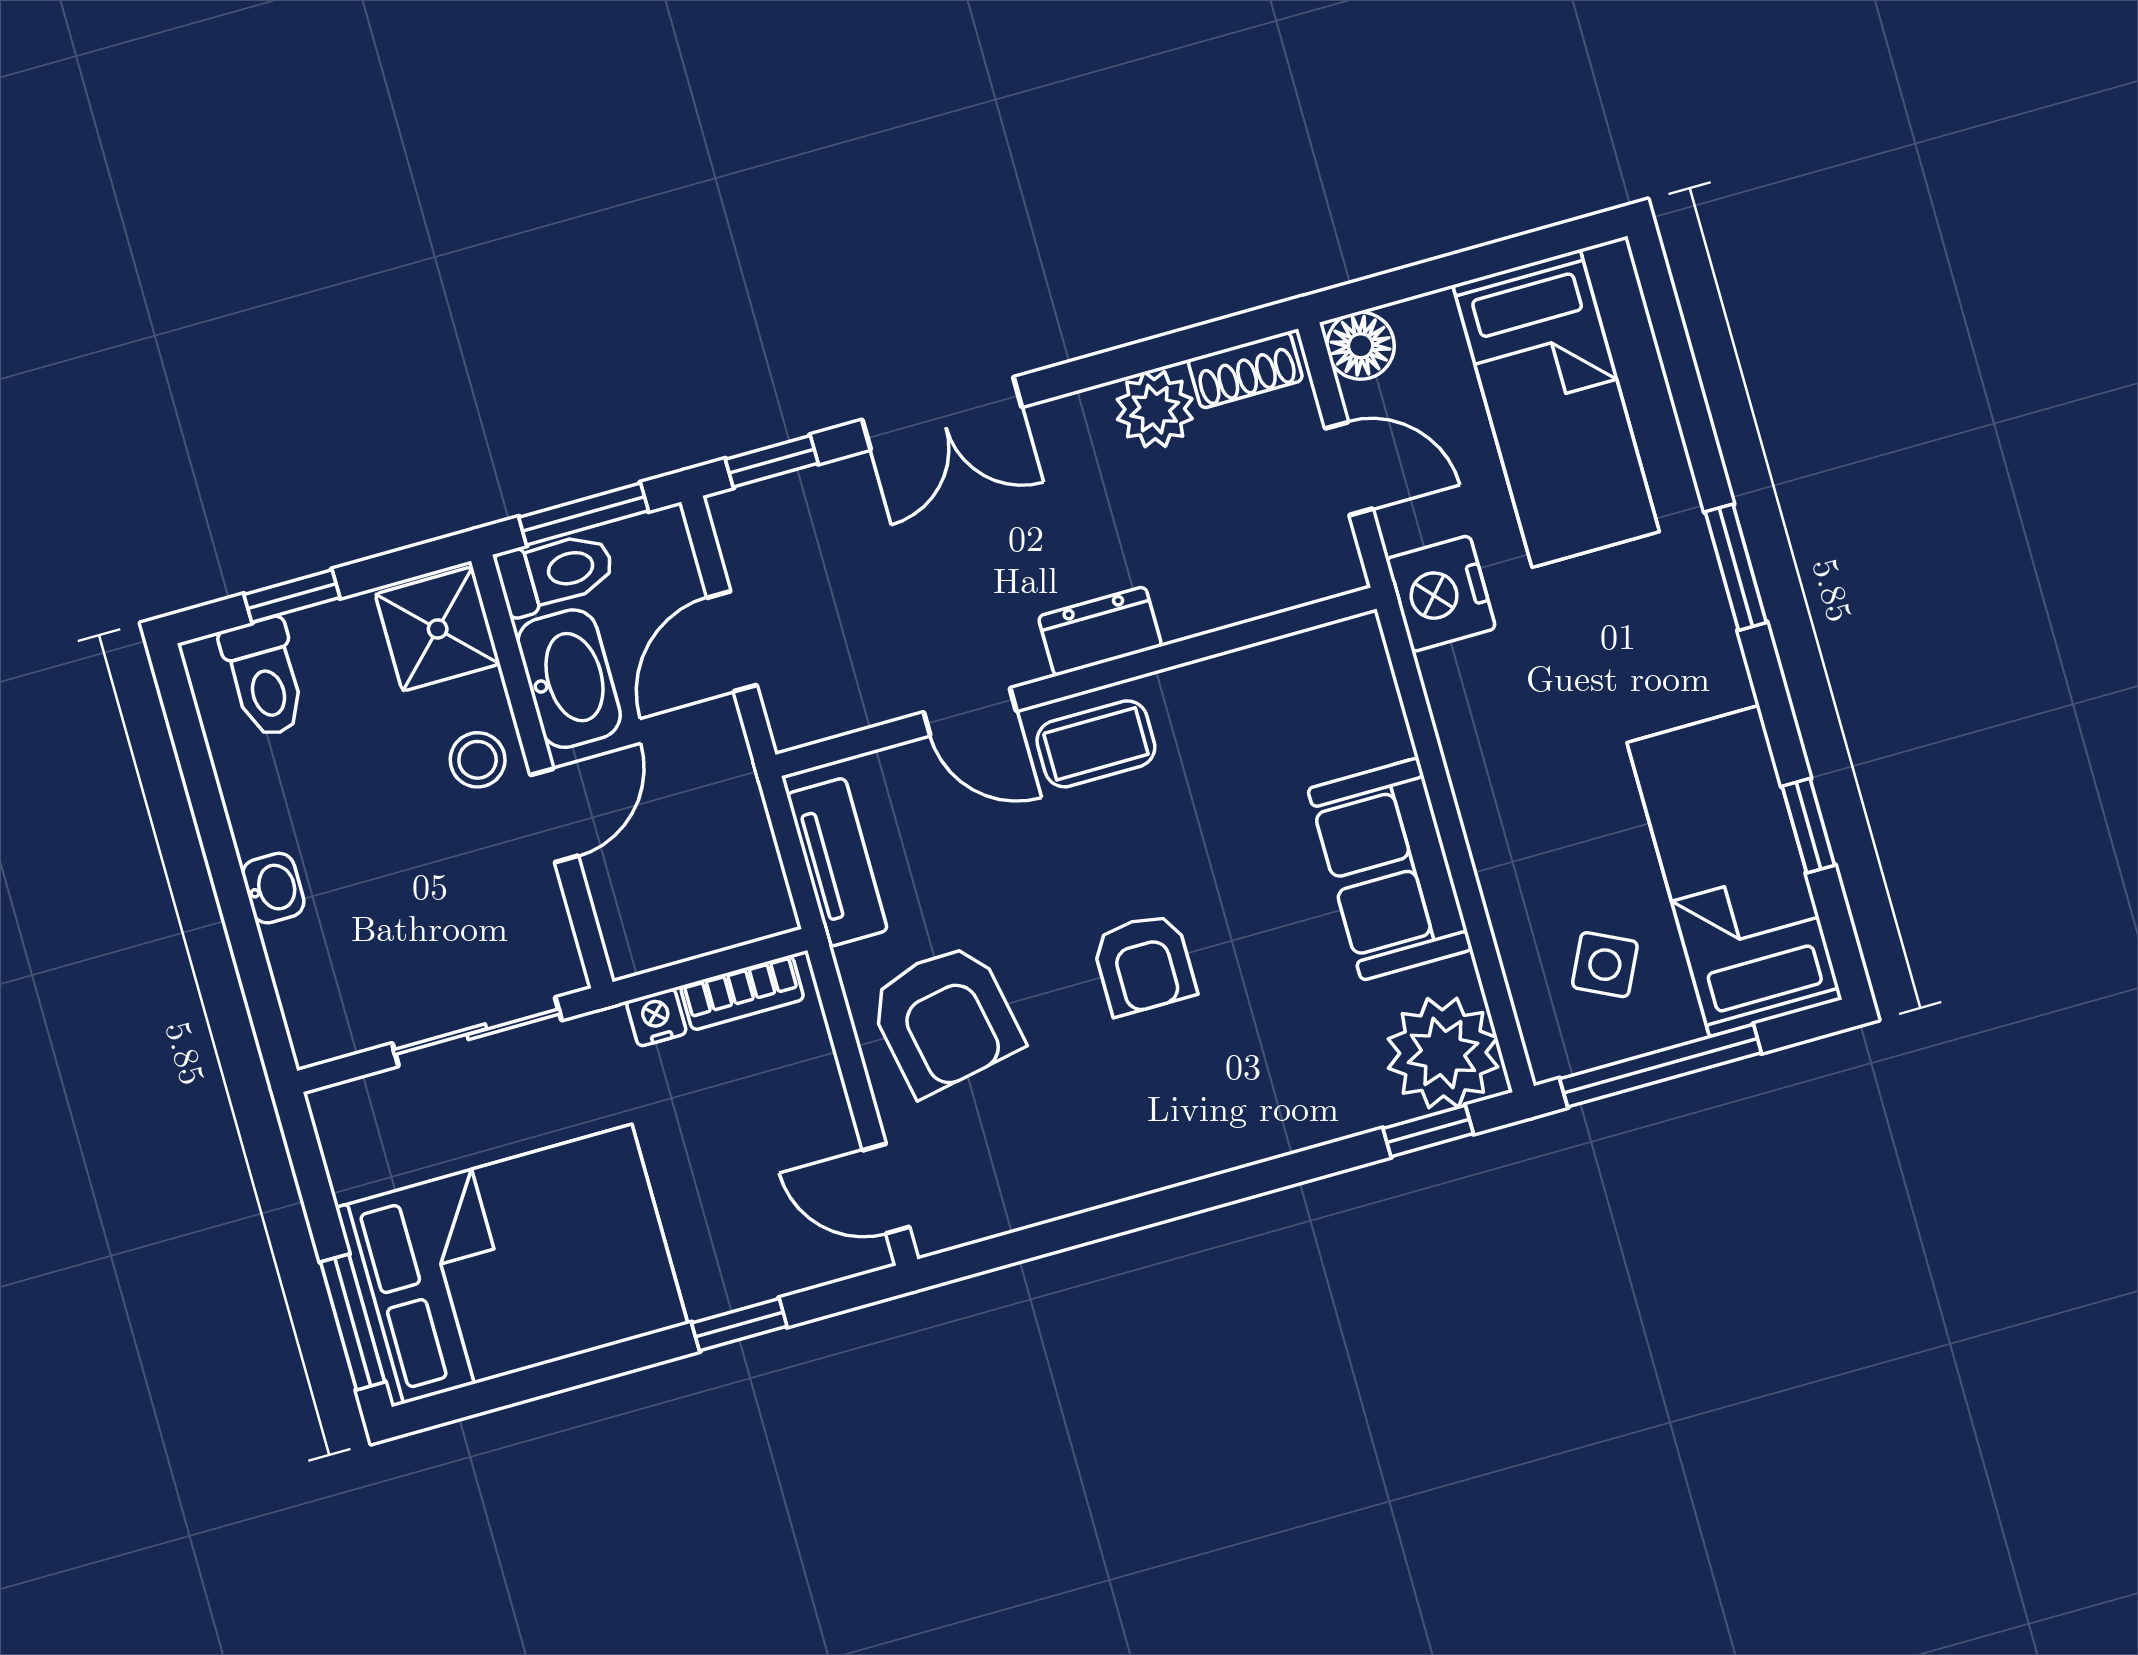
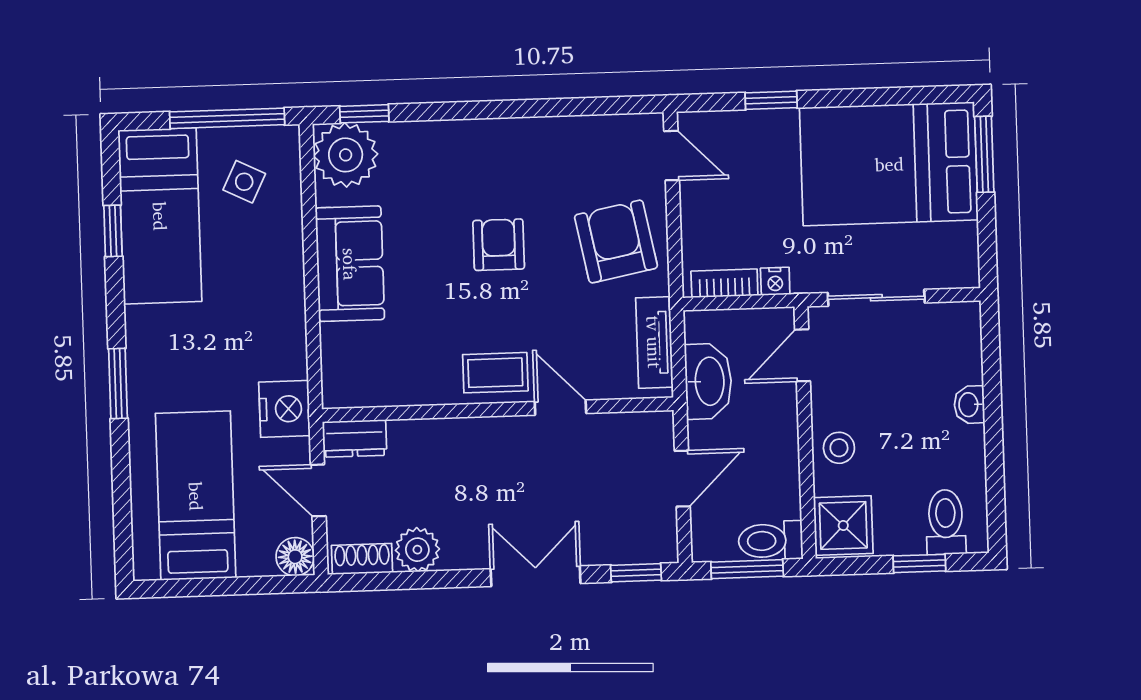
dresser: (1100, 631) -> (354, 438), moved
washbasin: (569, 679) -> (708, 381), moved, turned 180
door: (554, 815) -> (802, 355), moved

